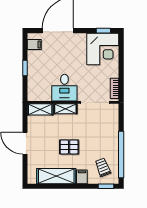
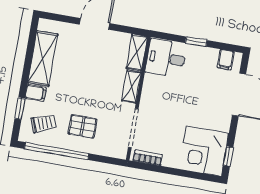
desk: (64, 88) -> (166, 58), moved
pallet: (69, 147) -> (82, 126), moved, turned 90
window: (106, 186) -> (20, 108), moved

